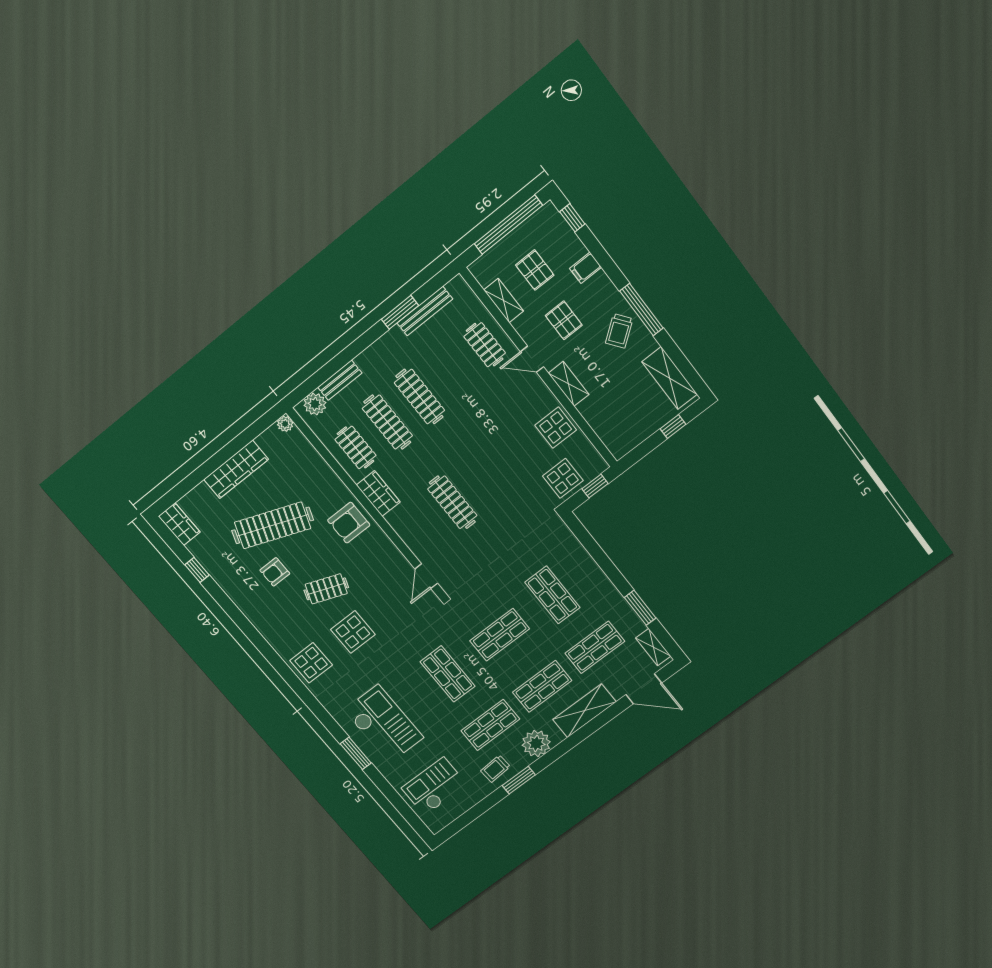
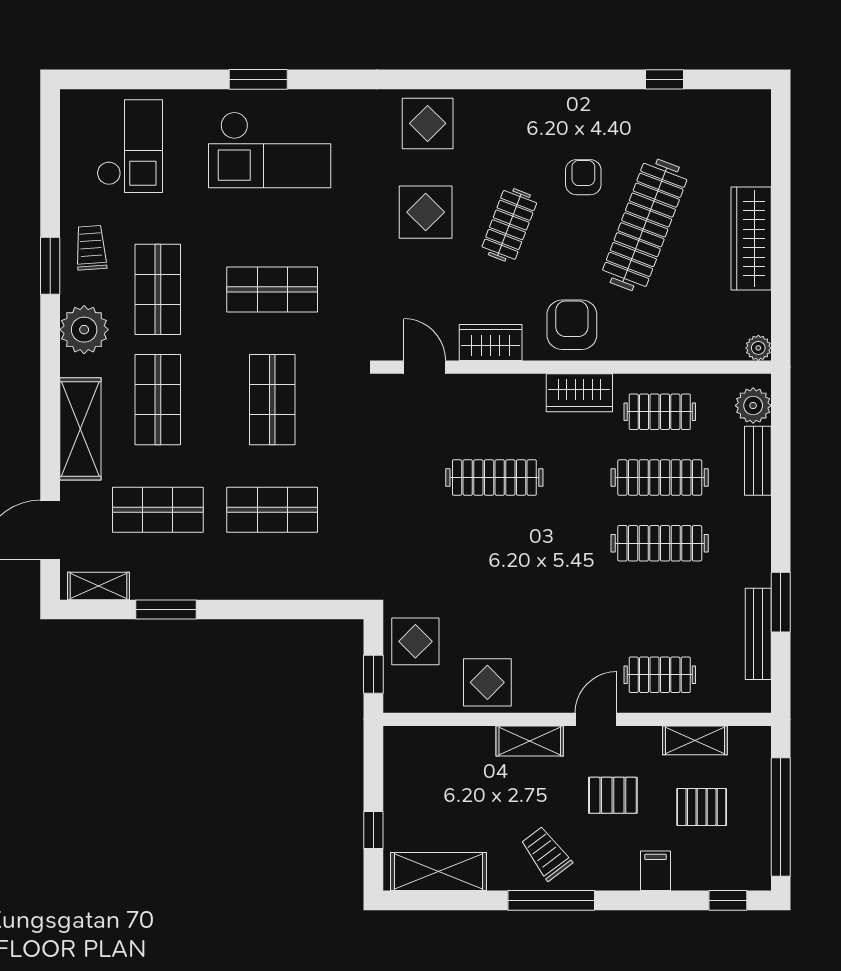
wardrobe: (179, 524) -> (491, 343), moved, turned 180
shop shelf: (595, 647) -> (158, 510), turned 90

